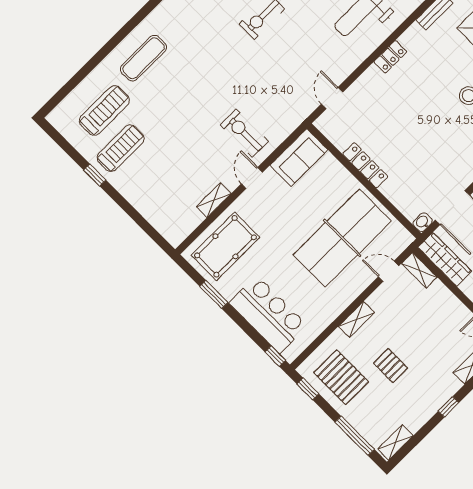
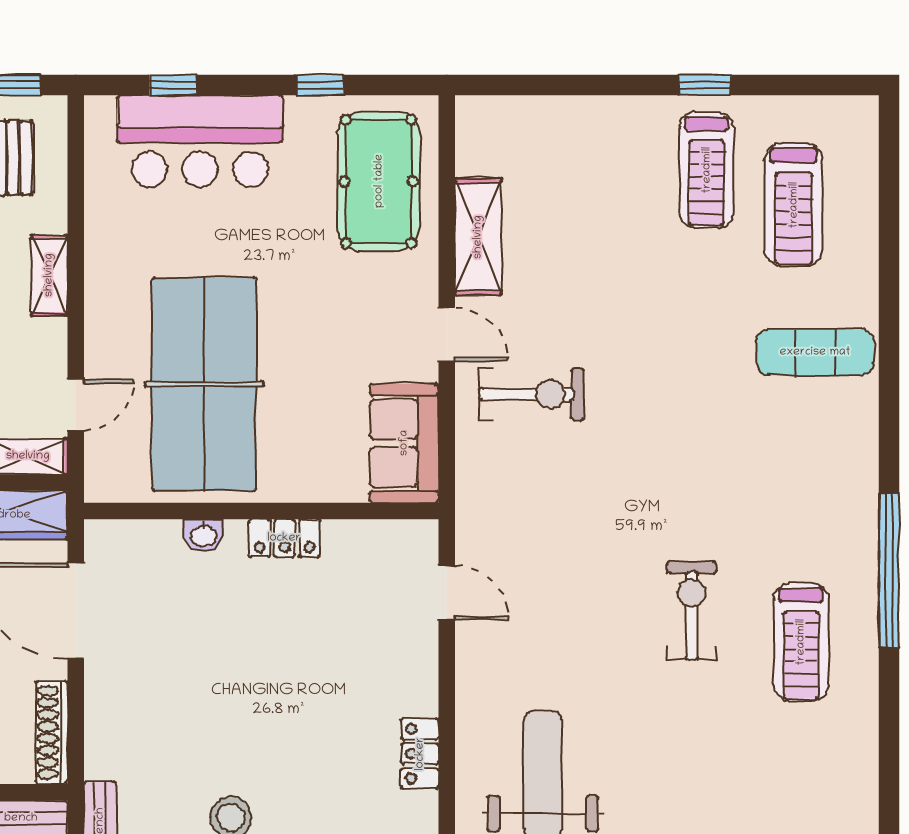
exercise mat: (144, 58) -> (815, 352), turned 90
locker: (365, 165) -> (284, 538), width x0.66
shelving: (214, 200) -> (478, 237), width x1.50, depth x1.33
washbasin: (423, 222) -> (204, 535), moved, turned 90
window: (214, 294) -> (320, 85), width x0.67
window: (275, 356) -> (173, 85), moved

